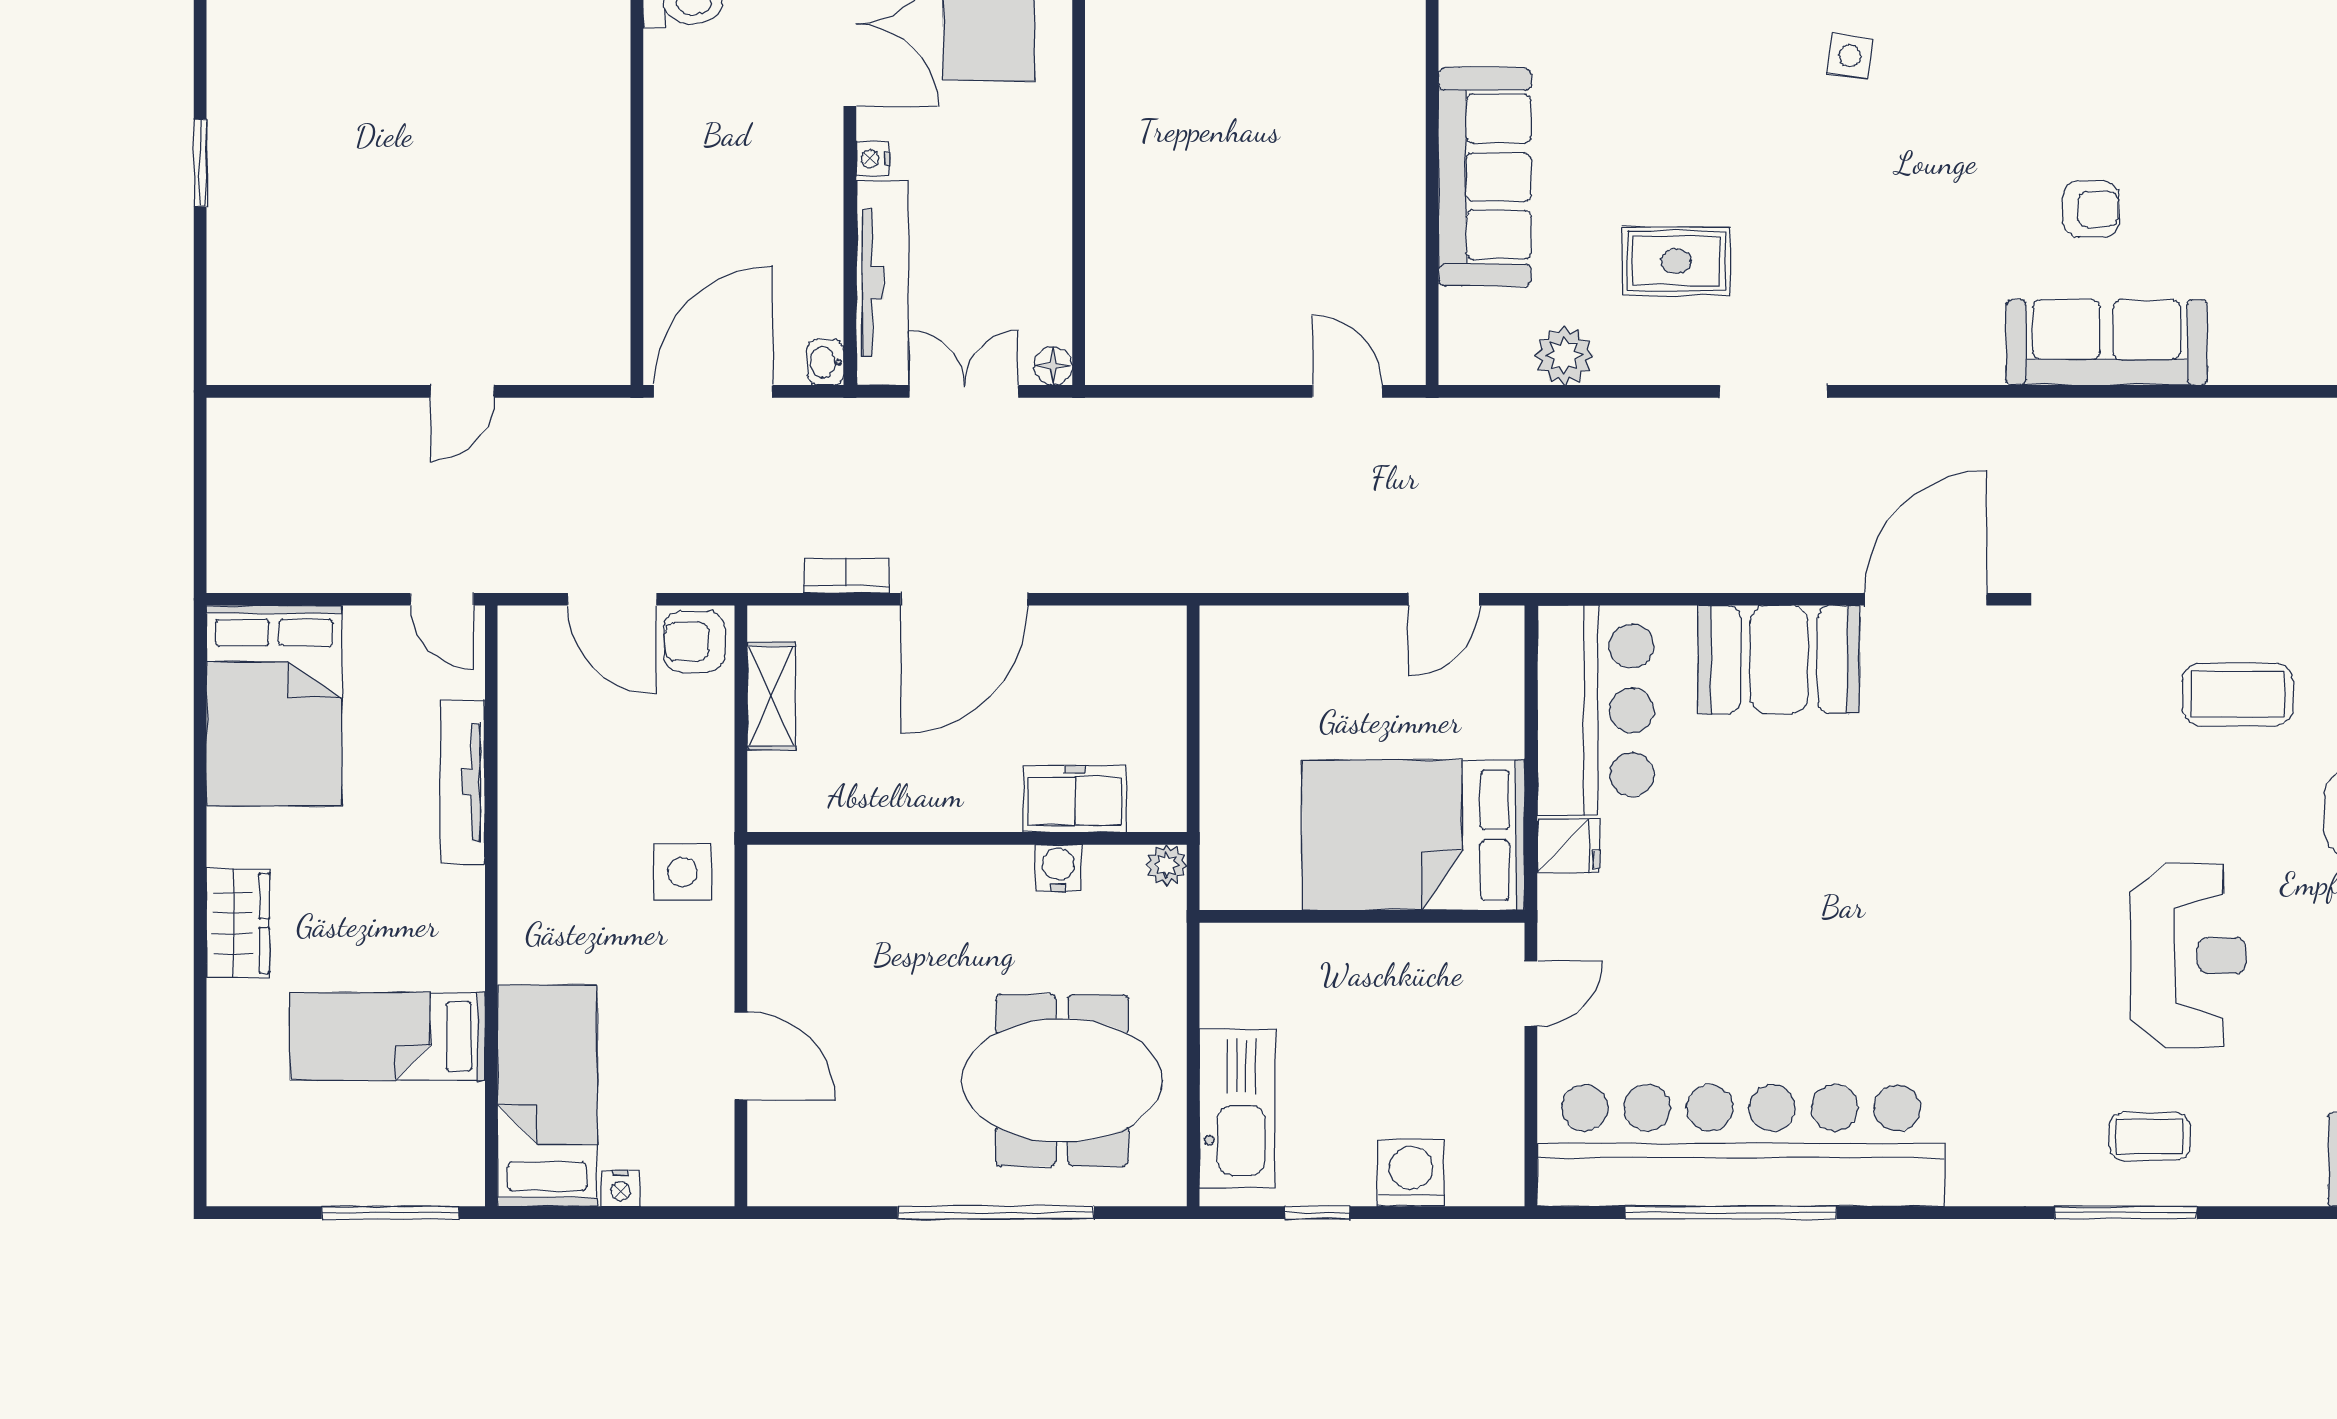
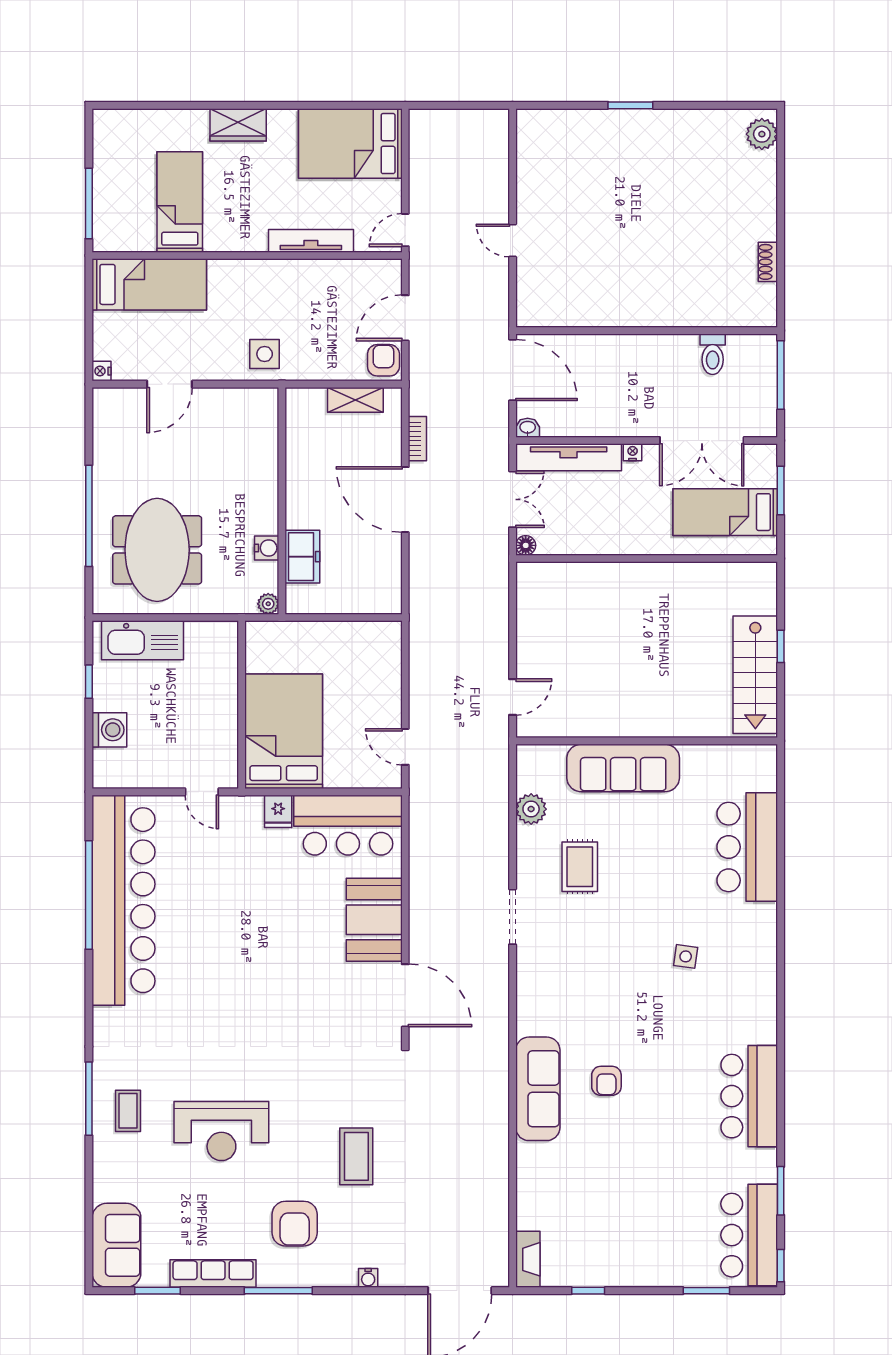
nightstand: (621, 1188) -> (101, 371), moved

